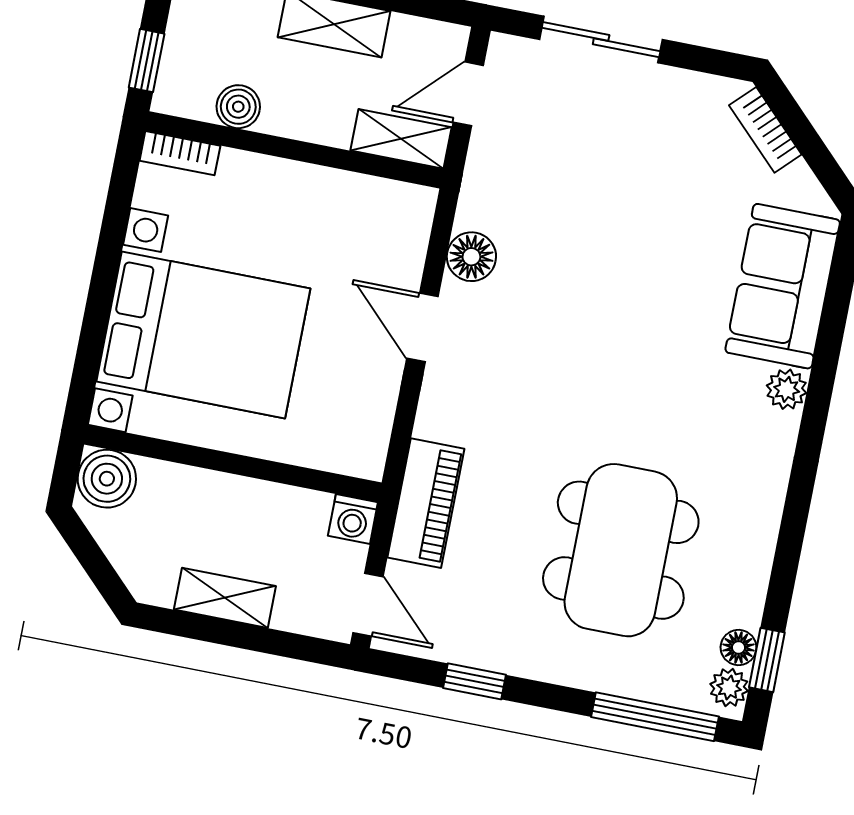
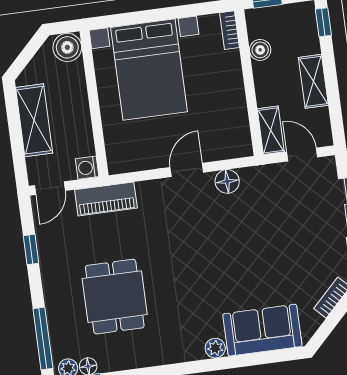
dining table: (621, 550) -> (115, 297), width x0.73
shelving: (225, 598) -> (34, 120), width x1.50, depth x1.33

